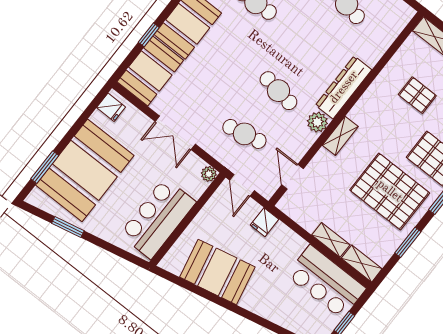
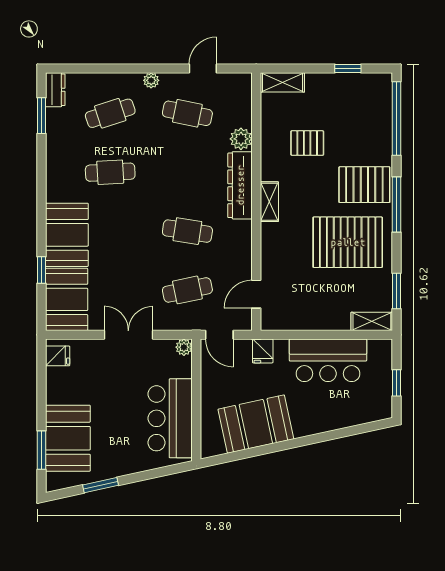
plant: (317, 122) -> (241, 139), moved
double door: (175, 133) -> (128, 335), swing flipped
shelving: (340, 136) -> (269, 202), moved
booth: (85, 170) -> (68, 438), width x0.73, depth x0.70
door: (293, 177) -> (256, 294), hinge flipped
shelving: (331, 240) -> (330, 322), removed
window: (408, 242) -> (397, 291), moved
bar counter: (326, 282) -> (328, 360), moved

